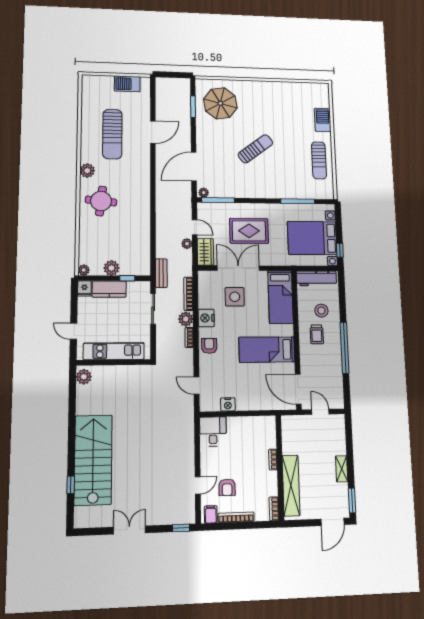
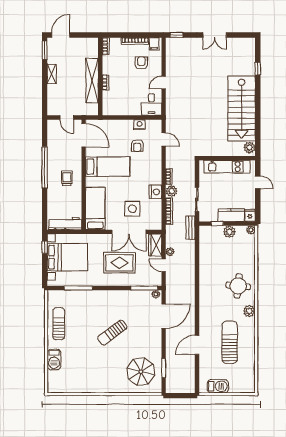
stool: (321, 311) -> (62, 197), removed
armchair: (209, 346) -> (137, 146), moved
stairs: (93, 460) -> (242, 108), moved
door: (198, 485) -> (164, 83), moved
shelving: (291, 486) -> (92, 81), moved

